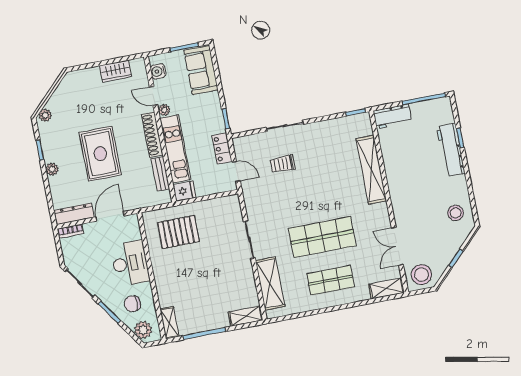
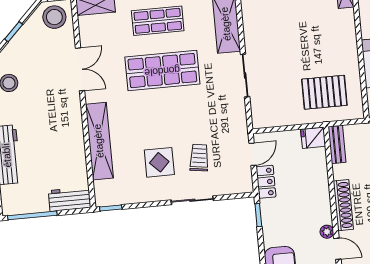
kitchen unit: (175, 149) -> (319, 186), removed
display table: (317, 156) -> (159, 162), added
trolley: (282, 164) -> (199, 158), turned -82
door: (236, 171) -> (253, 154), swing flipped
bench: (160, 174) -> (337, 144), moved
double door: (397, 246) -> (80, 69), moved

